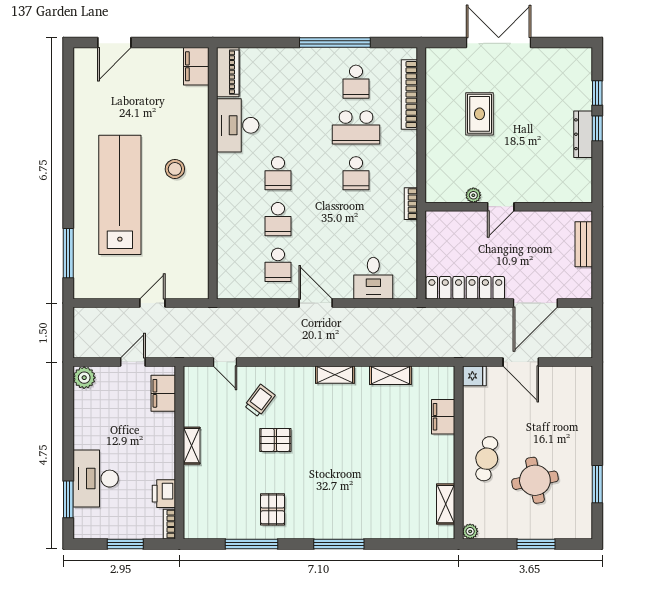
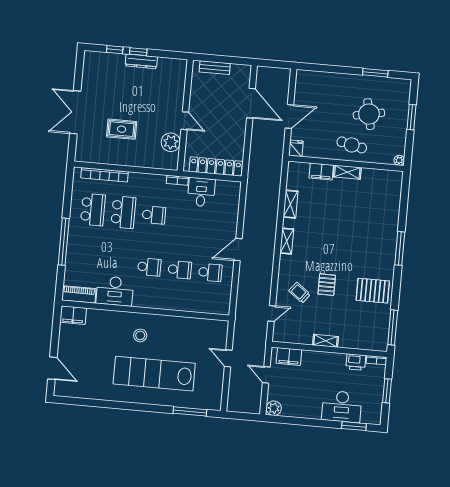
window: (335, 42) -> (64, 242), moved
school desk: (356, 82) -> (93, 210), width x1.85
plant: (473, 195) -> (171, 142), width x1.88, depth x1.88
desk: (373, 278) -> (201, 192), moved, turned -90
locker: (465, 288) -> (216, 166), moved, turned 90
shelving: (446, 504) -> (347, 172), moved
pallet: (273, 509) -> (373, 291), width x1.50, depth x1.42
window: (252, 544) -> (393, 327), moved

